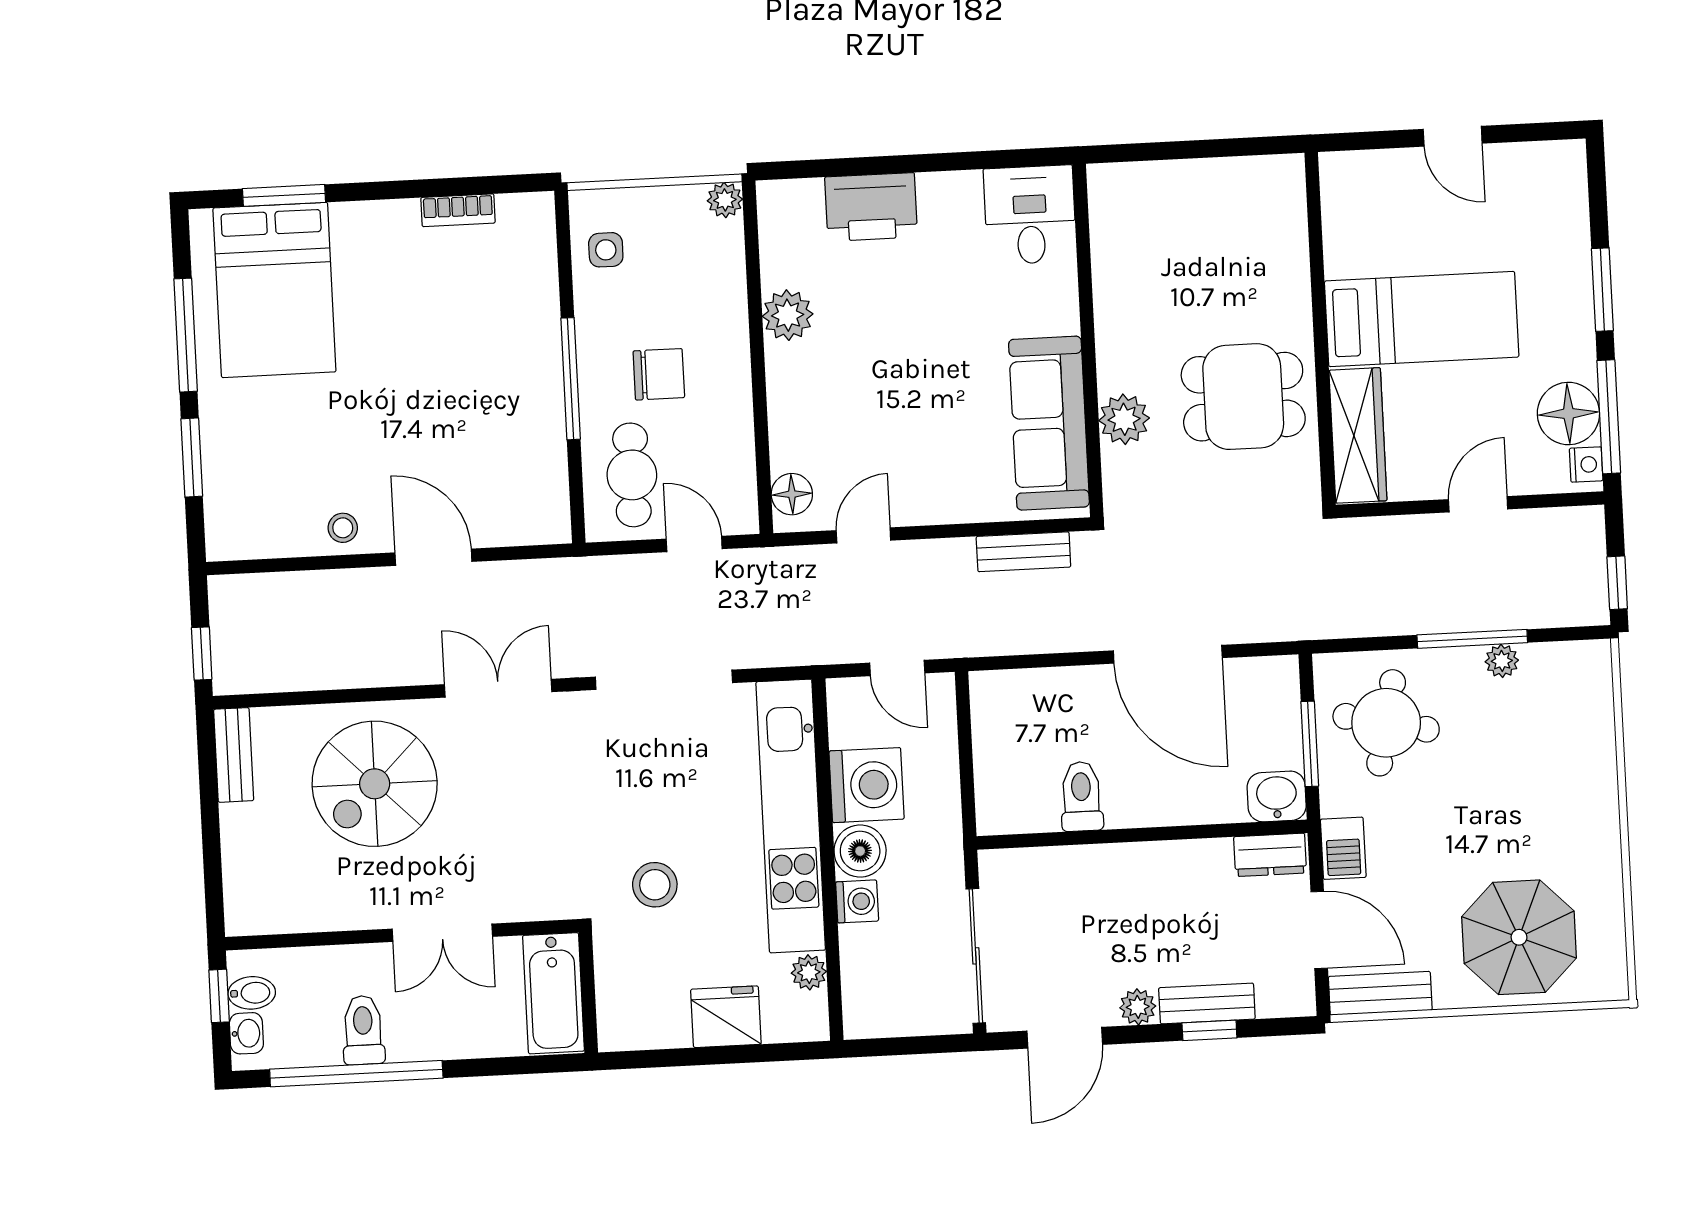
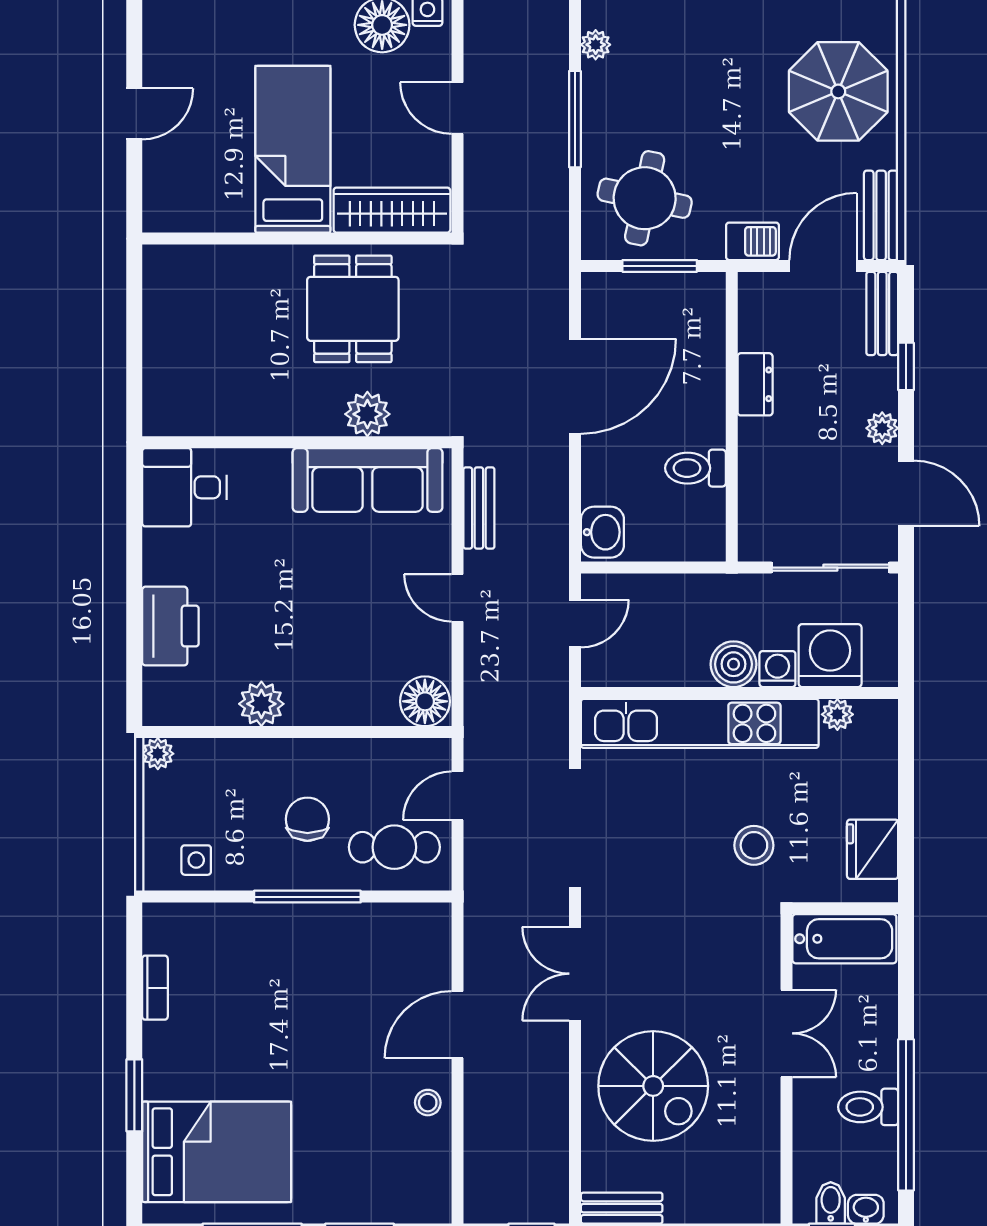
window: (284, 195) -> (134, 1095), moved
floor lamp: (792, 494) -> (425, 701), width x1.38, depth x1.38
door: (863, 535) -> (457, 598), moved
plant: (1502, 661) -> (596, 45), moved
washing machine: (867, 785) -> (830, 656), moved
washbasin: (1277, 796) -> (602, 532), moved, turned 180
dresser: (1270, 855) -> (755, 384), moved
bench: (1207, 1003) -> (882, 313), moved
fridge: (726, 1017) -> (873, 849), moved

